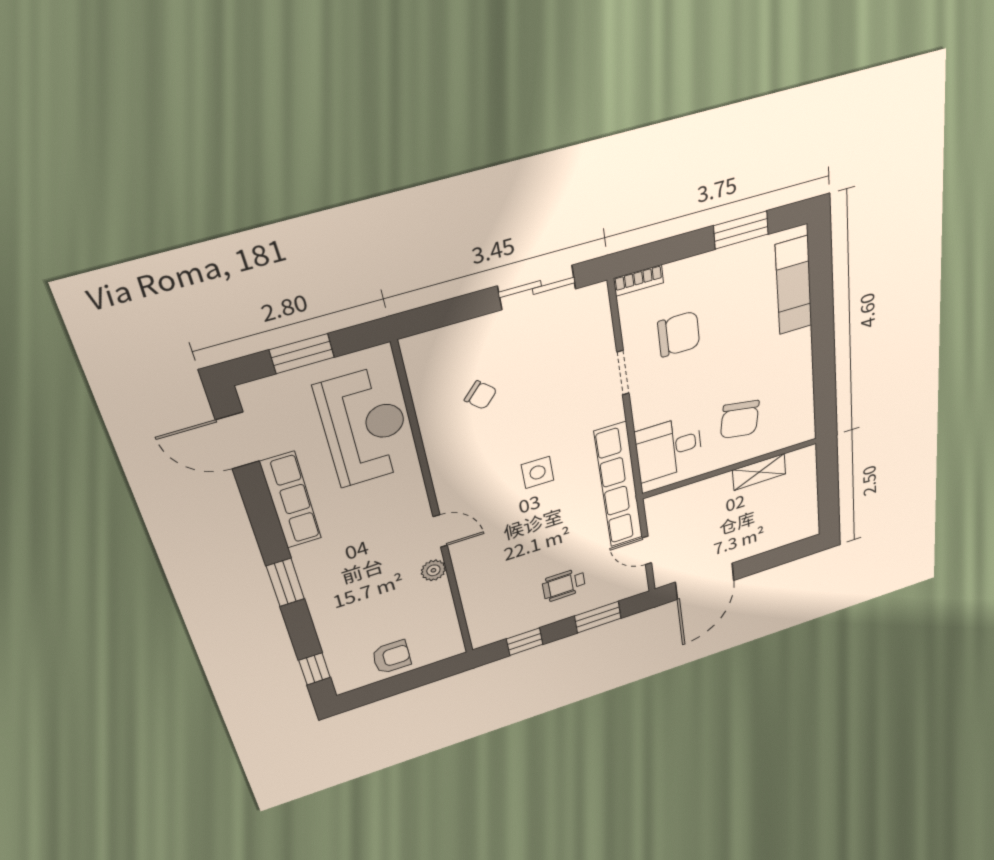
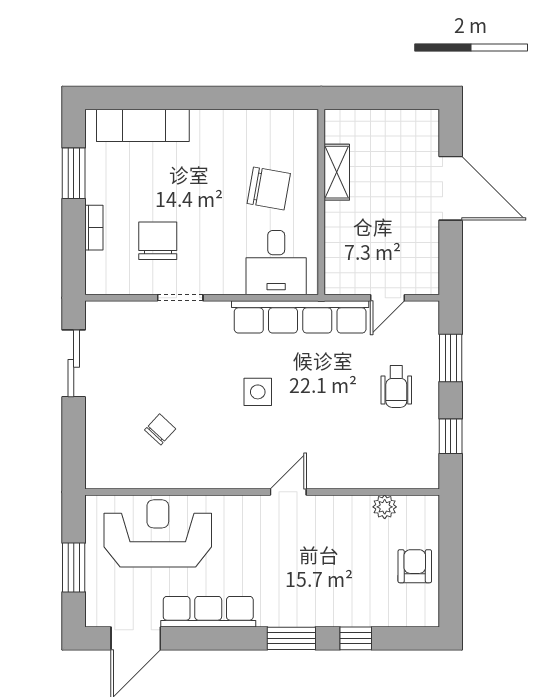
bookcase: (639, 280) -> (94, 228), moved
plant: (433, 570) -> (385, 507), moved
door: (705, 581) -> (451, 188), moved
window: (314, 669) -> (356, 638), moved

